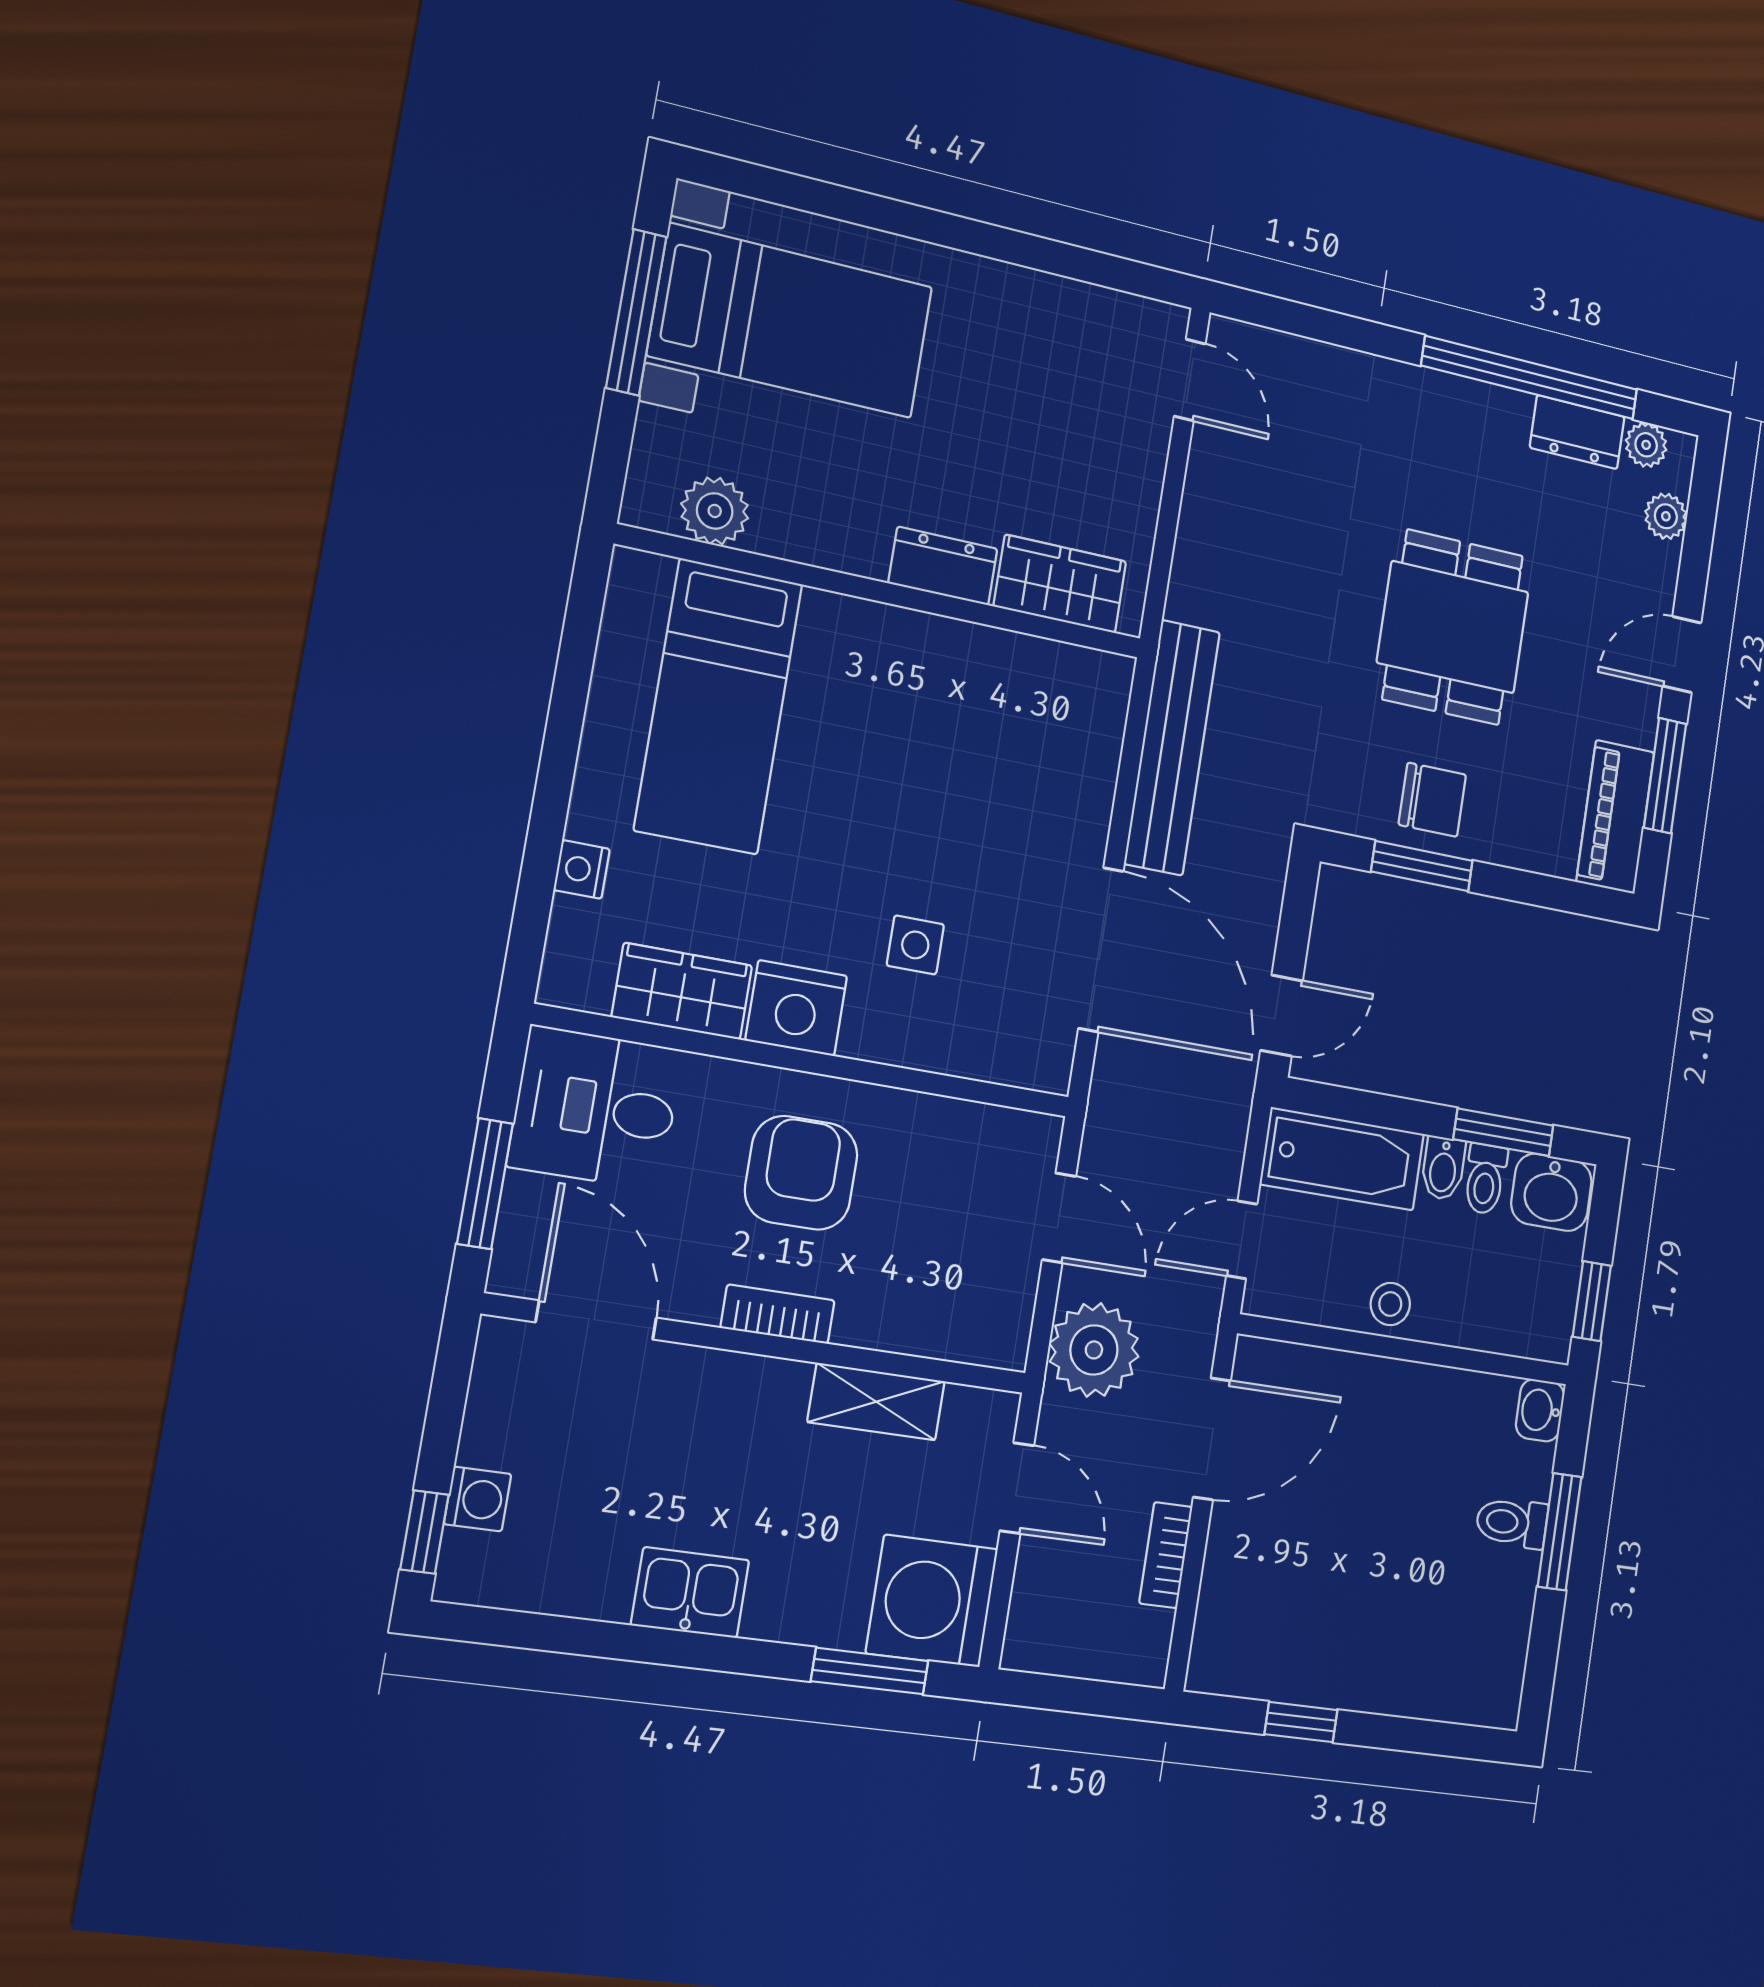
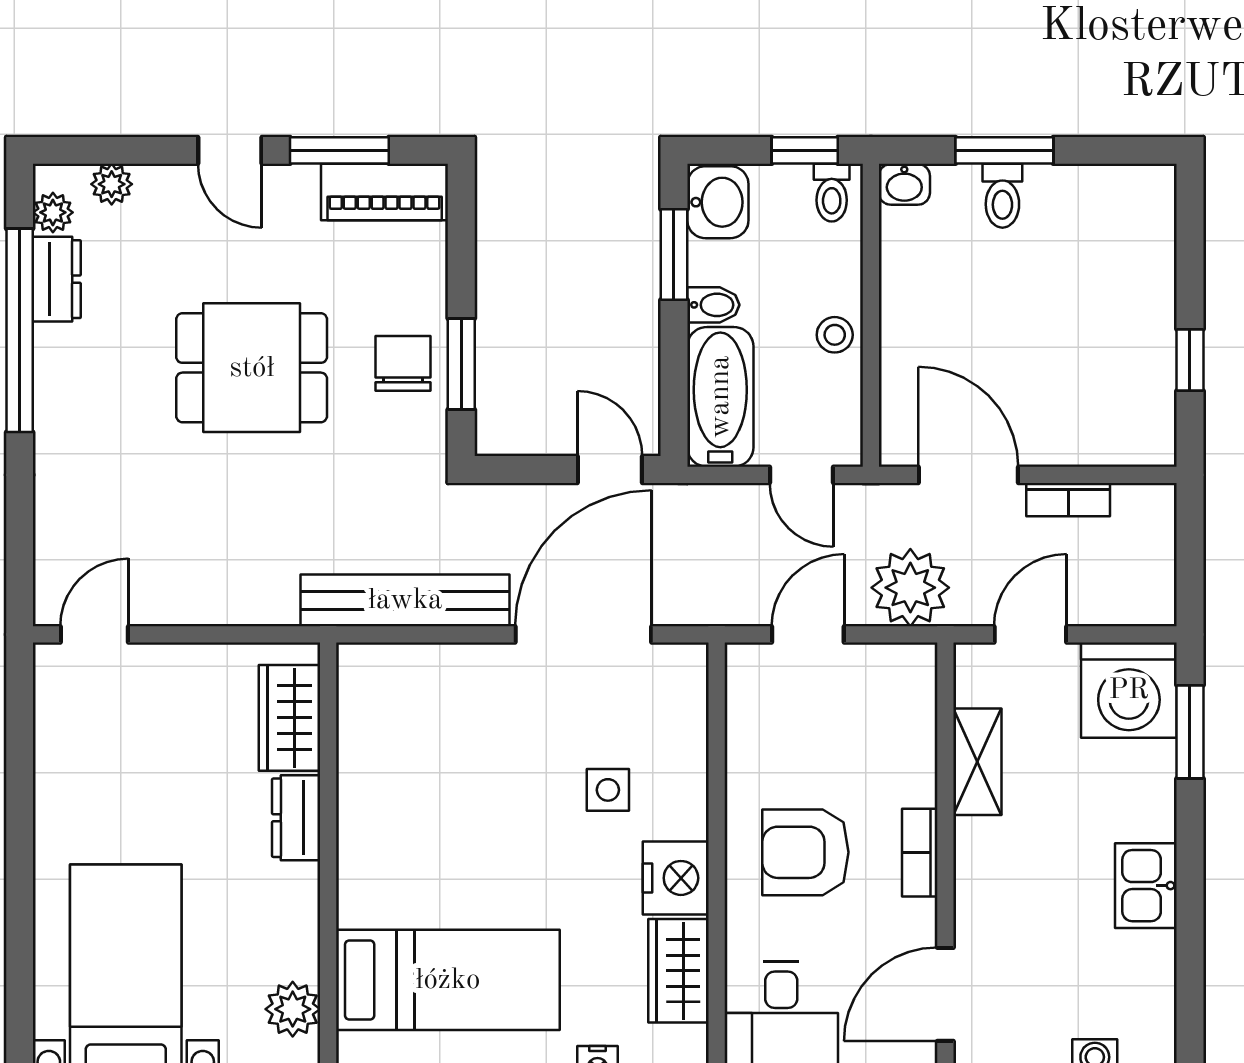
toilet: (1485, 1179) -> (832, 193), moved, turned 90

